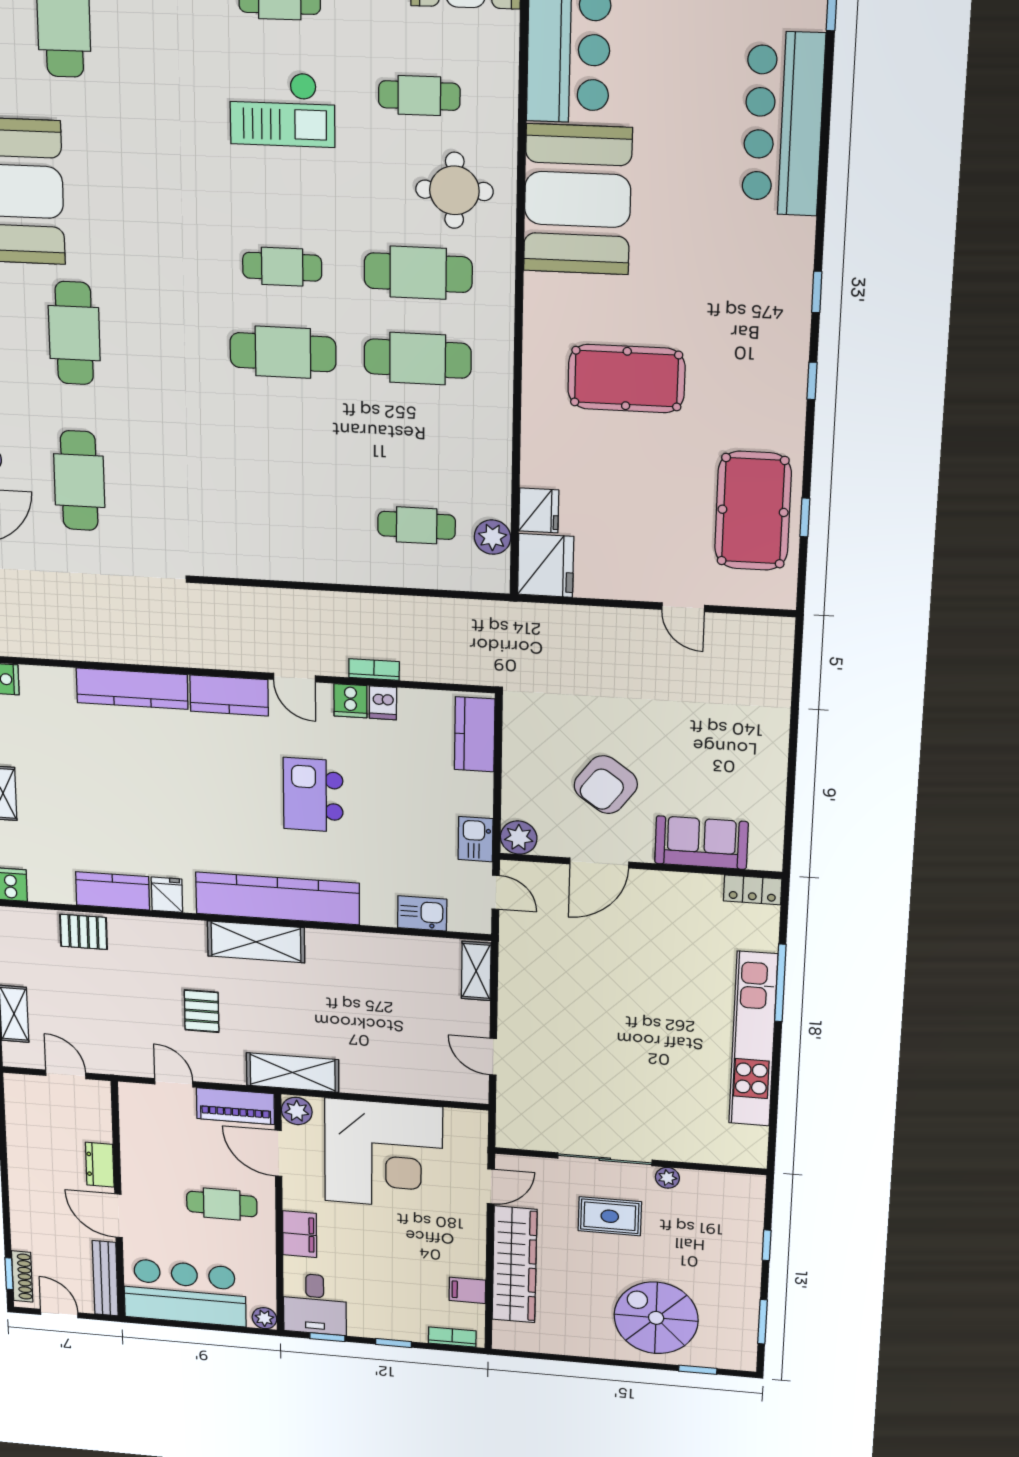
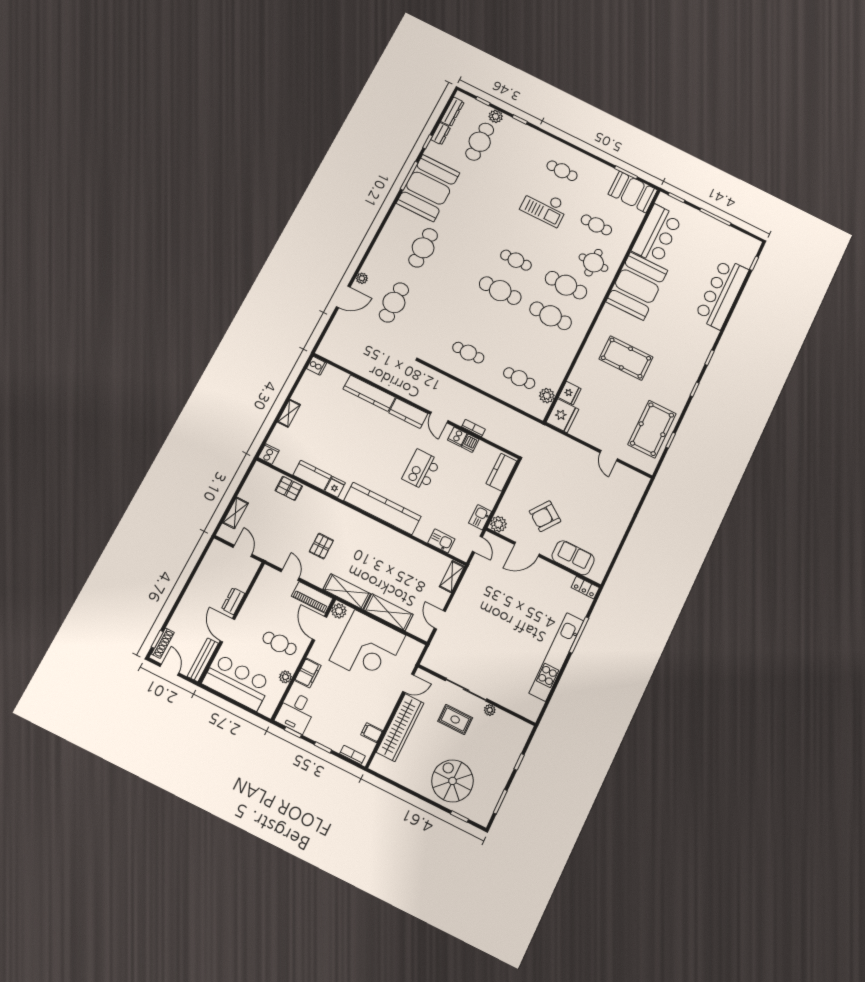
cafe table: (285, 518) -> (468, 353), added
shelving: (256, 942) -> (388, 612), moved
plant: (264, 1318) -> (285, 677), moved

